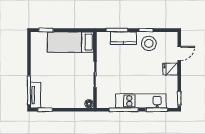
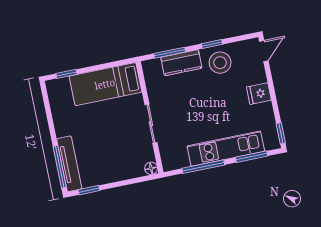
door: (179, 53) -> (264, 51), moved
tv unit: (36, 95) -> (69, 164), width x1.41

